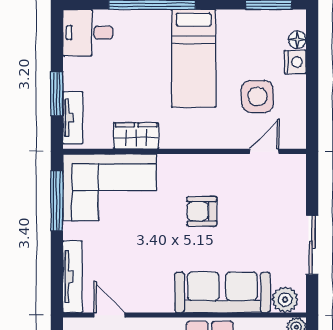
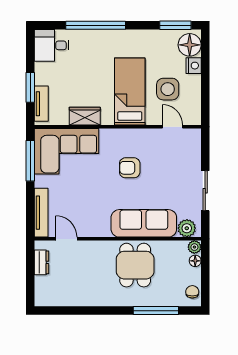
floor lamp: (297, 40) -> (190, 45), width x1.89, depth x1.89
bed: (194, 58) -> (130, 92), moved, turned 180
door: (264, 151) -> (172, 127), hinge flipped

